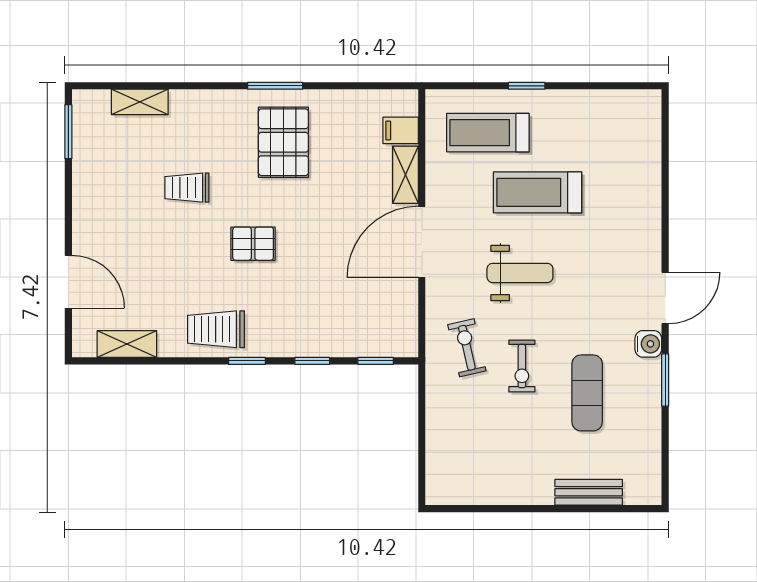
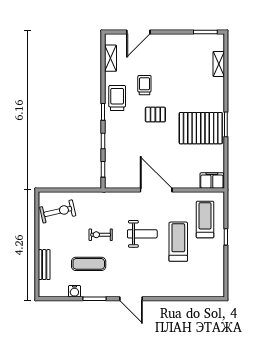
filing cabinet: (401, 130) -> (212, 181), width x2.00
pallet: (283, 142) -> (201, 128), width x1.37, depth x1.41
shelving: (405, 175) -> (186, 183), removed
trolley: (187, 188) -> (144, 85), moved
pallet: (253, 244) -> (155, 115), turned 90
weight bench: (520, 273) -> (142, 234), turned -90
water cooler: (648, 344) -> (74, 291), moved
exercise bike: (467, 348) -> (58, 211), moved, width x1.38, depth x1.39

